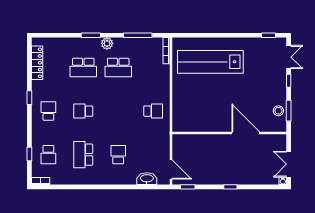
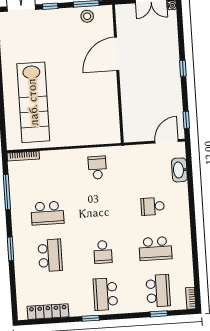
plant: (107, 43) -> (19, 229), removed
school desk: (118, 68) -> (47, 213), turned 90
school desk: (48, 111) -> (105, 294), width x1.85
school desk: (48, 155) -> (158, 291), width x1.85

